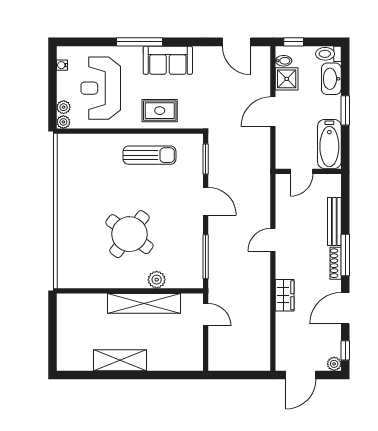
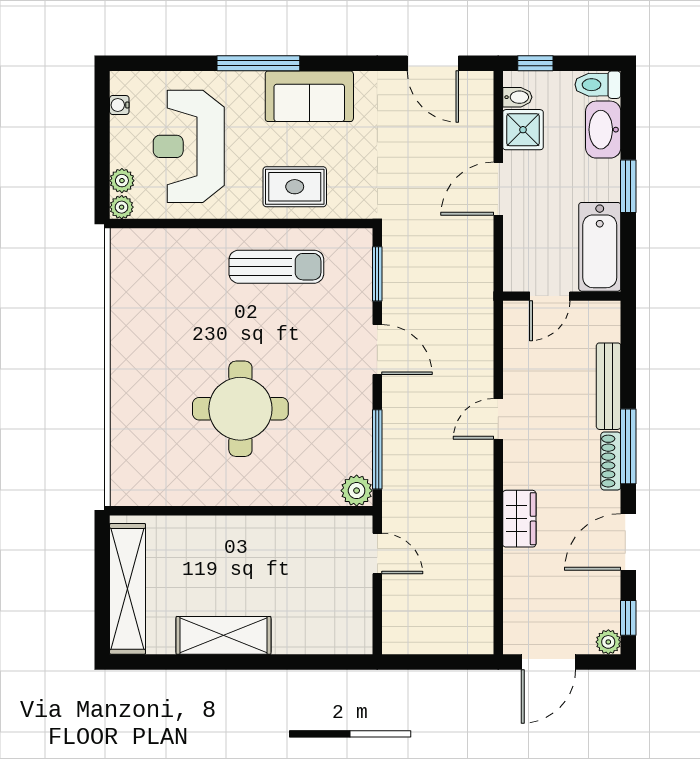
round table: (129, 234) -> (240, 409), turned -37
plant: (157, 280) -> (357, 491), moved
shelving: (144, 303) -> (128, 589), moved, turned 90

